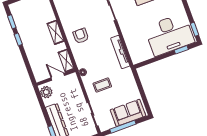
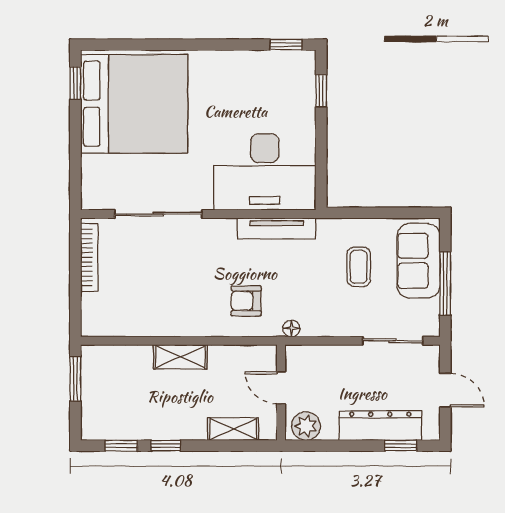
desk: (169, 35) -> (265, 172), moved, turned 90
armchair: (81, 36) -> (246, 301), moved
shelving: (66, 61) -> (233, 429), moved
door: (58, 77) -> (281, 388), hinge flipped
coffee table: (102, 85) -> (359, 267), moved

